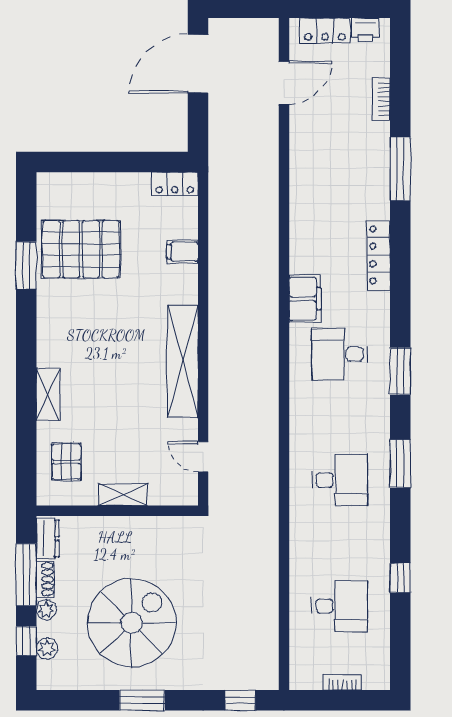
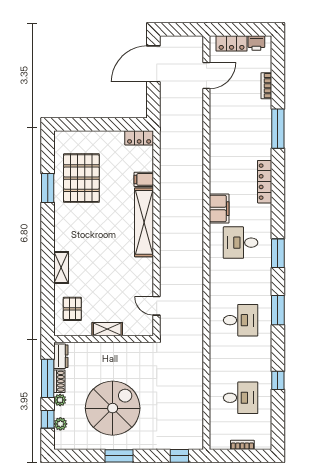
pallet: (81, 249) -> (81, 178), turned 90
shelving: (183, 361) -> (144, 222), moved

